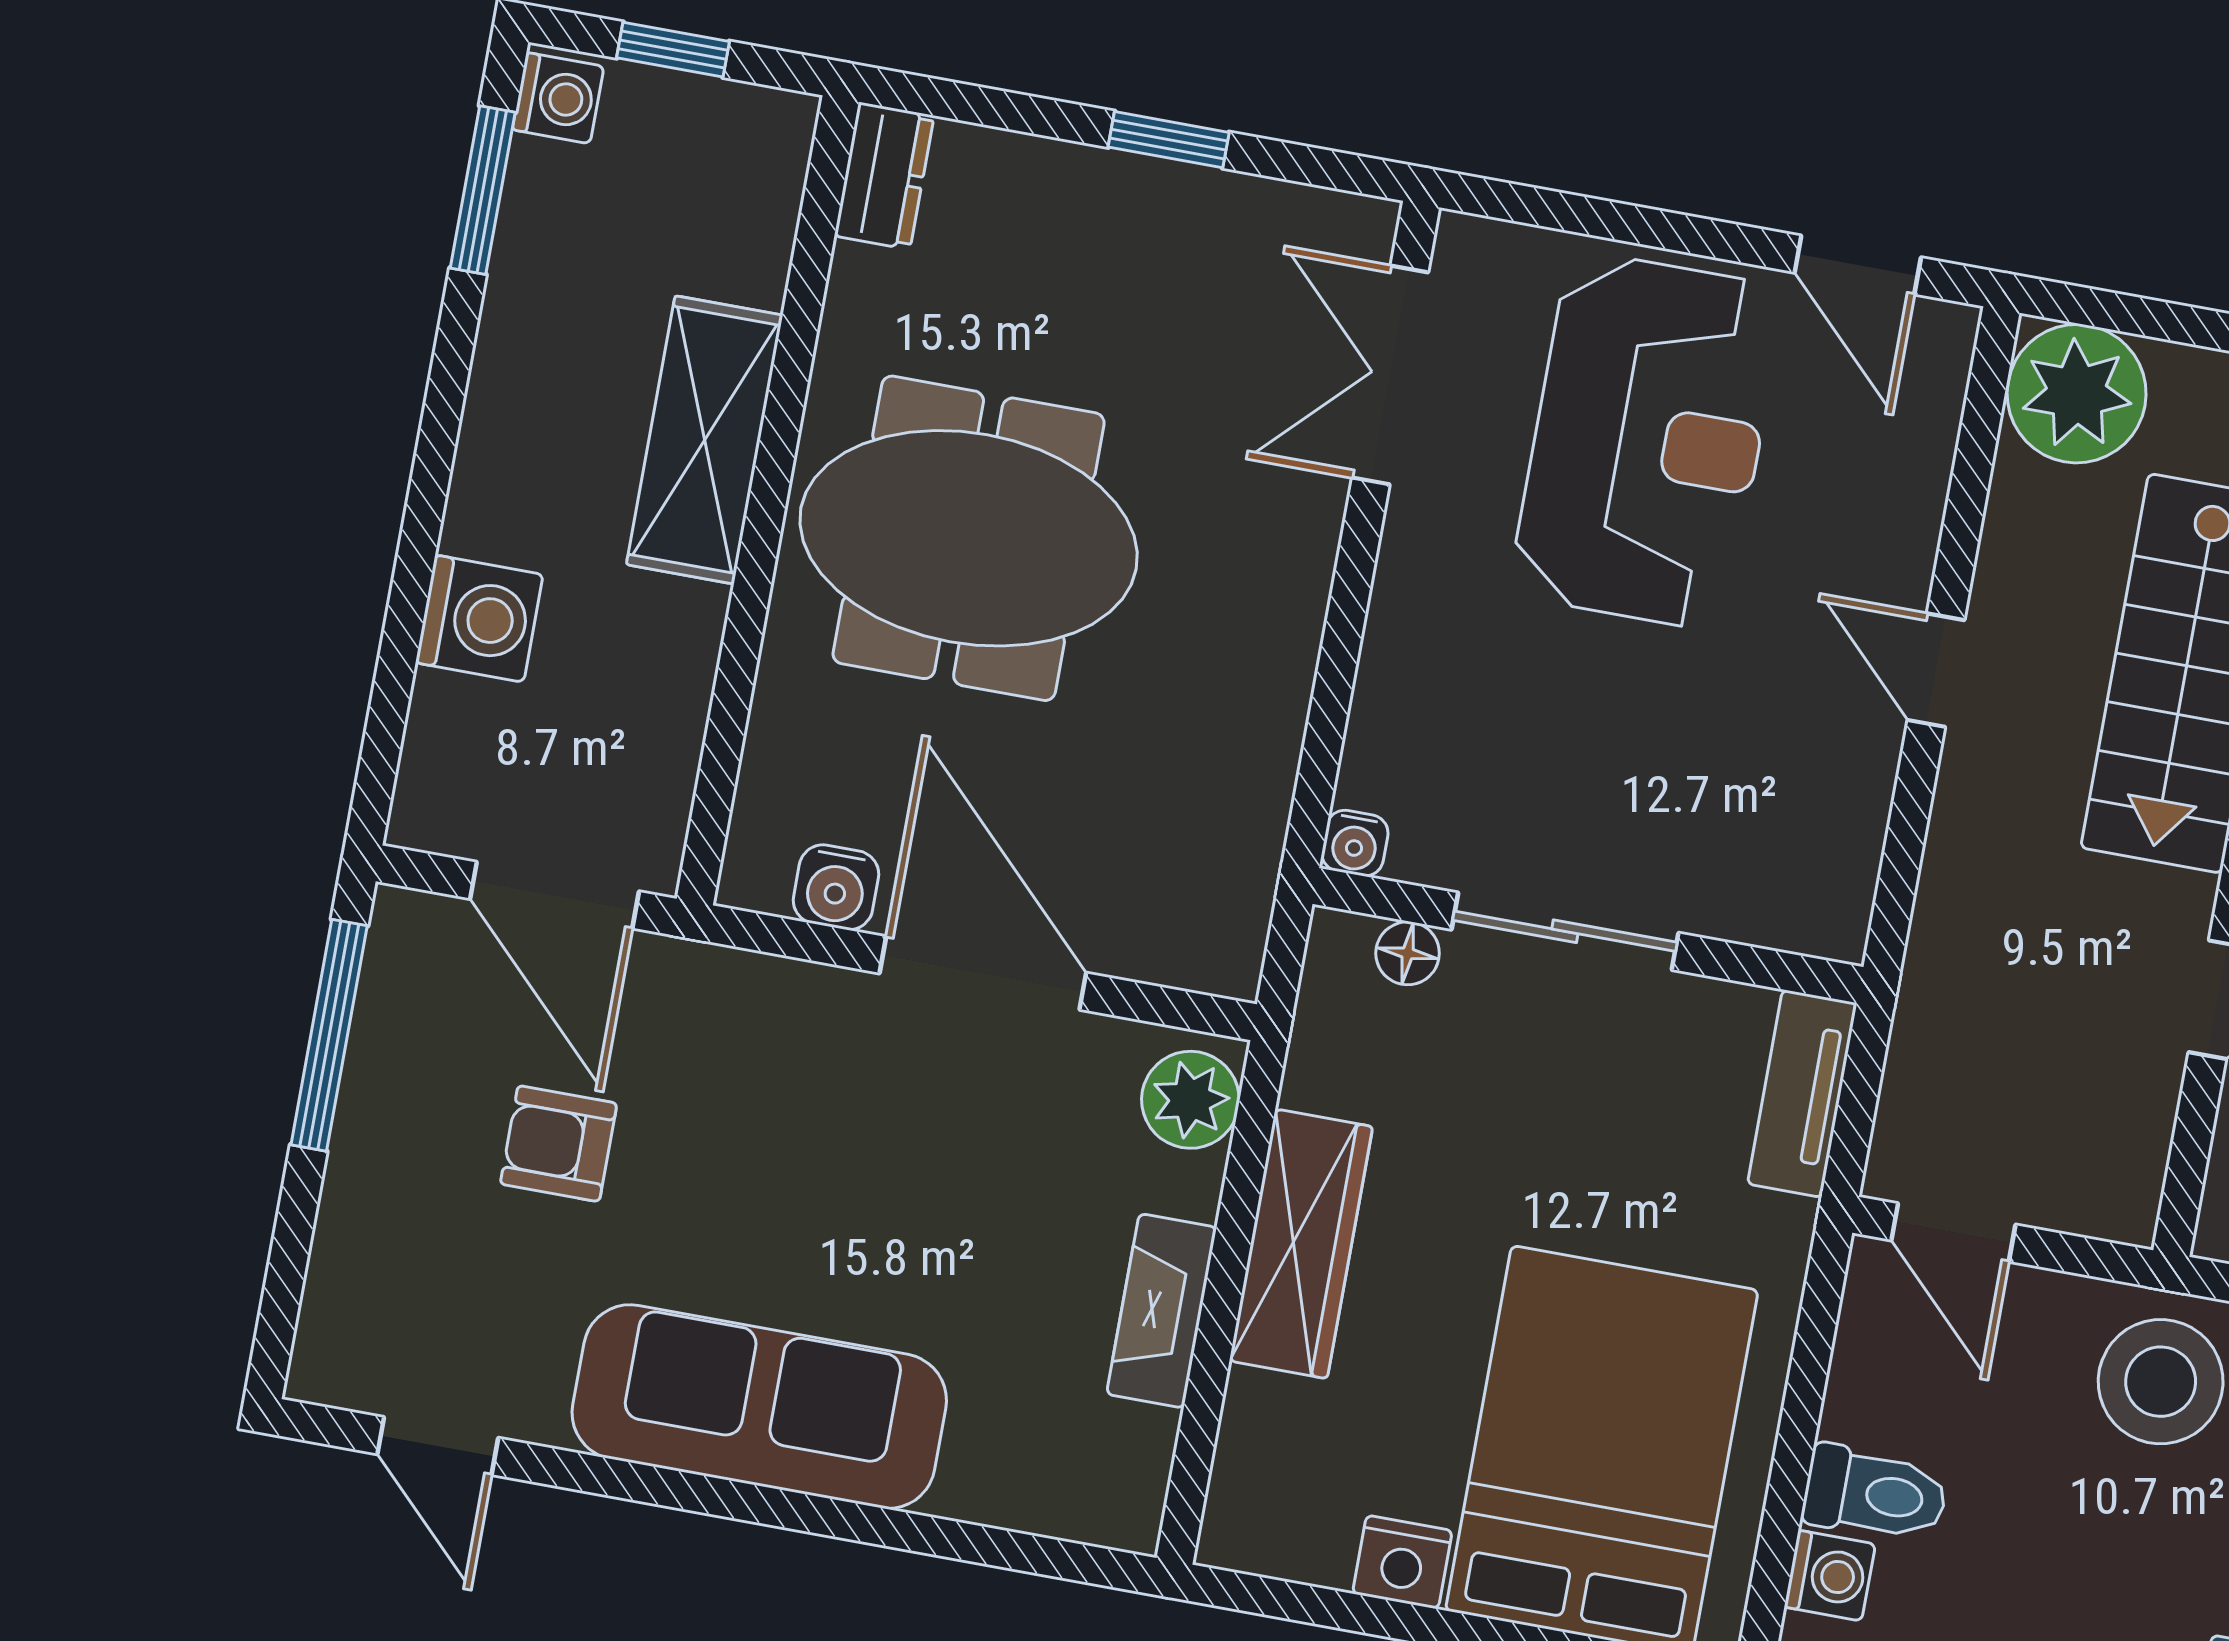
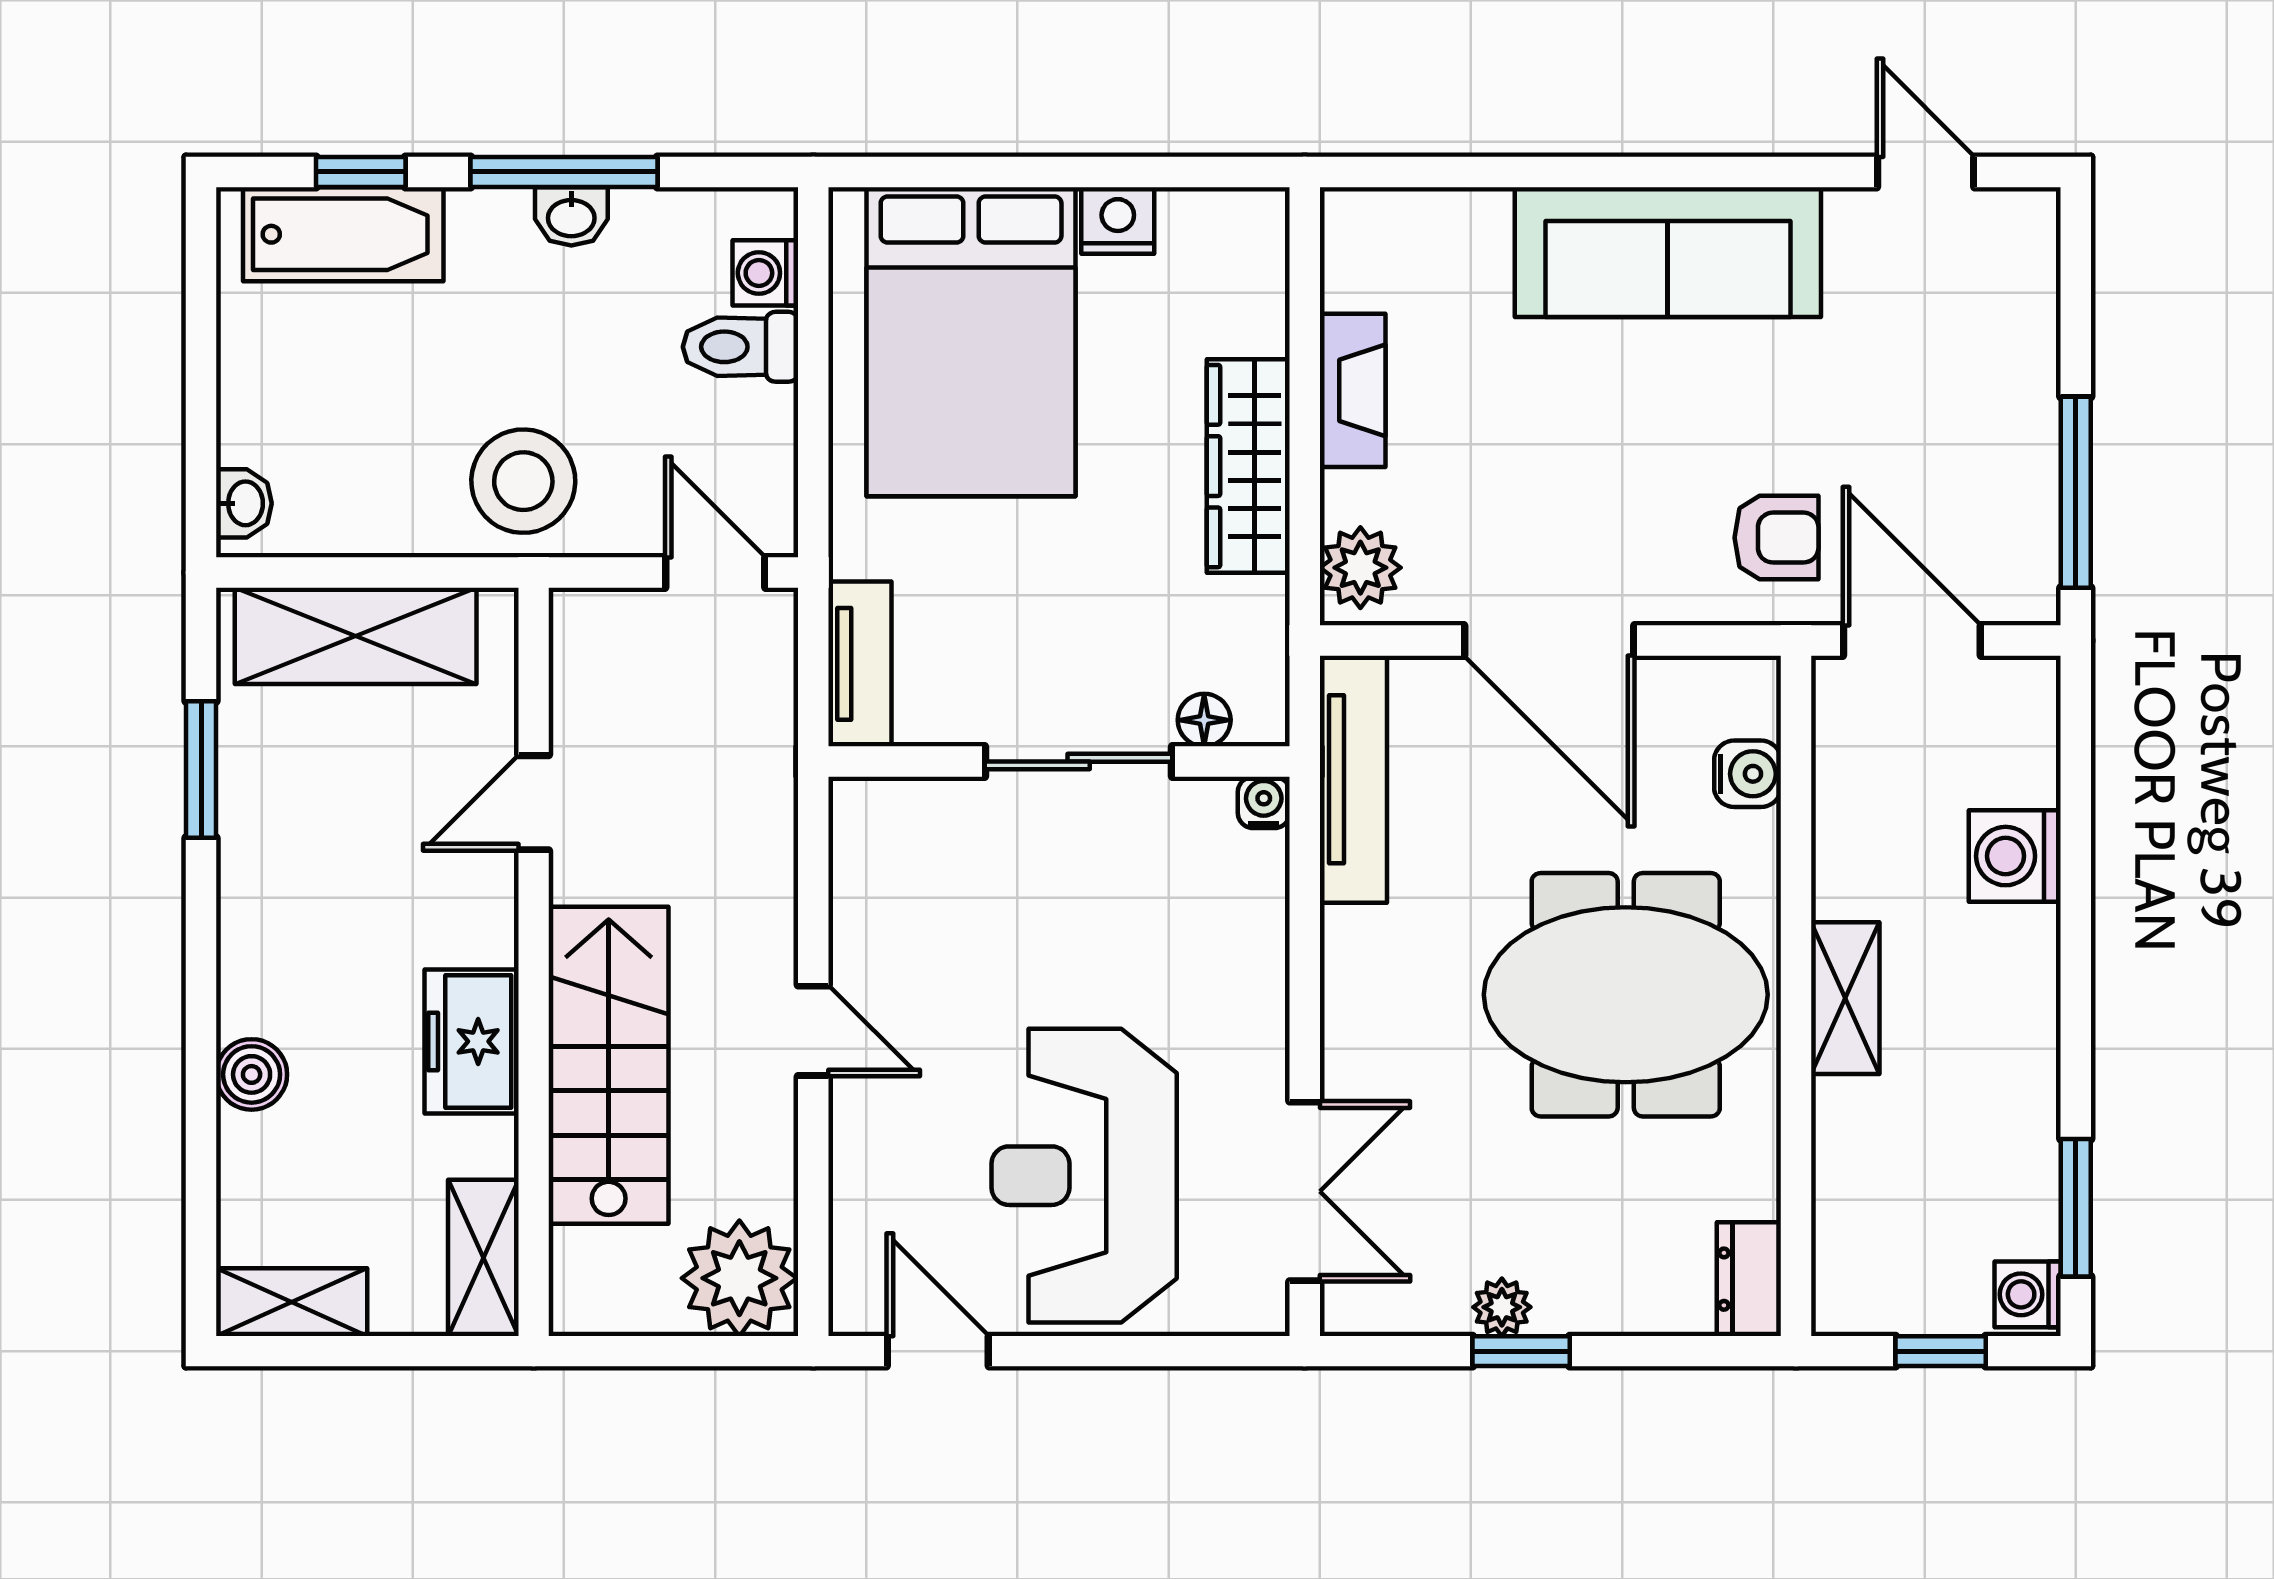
plant: (1182, 196) -> (1502, 1307), added
shelving: (705, 440) -> (1845, 998), width x0.67, depth x0.75
tv unit: (1244, 851) -> (1353, 779), added
water cooler: (836, 887) -> (1748, 774), moved, turned 90
armchair: (559, 1144) -> (1776, 538), moved

